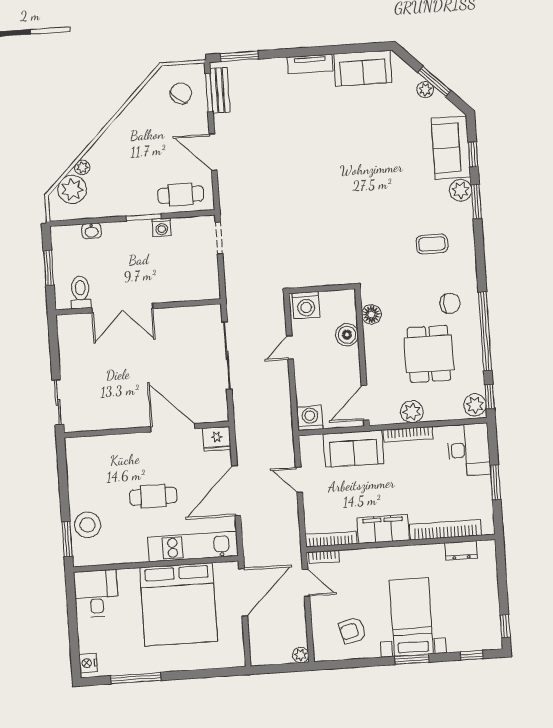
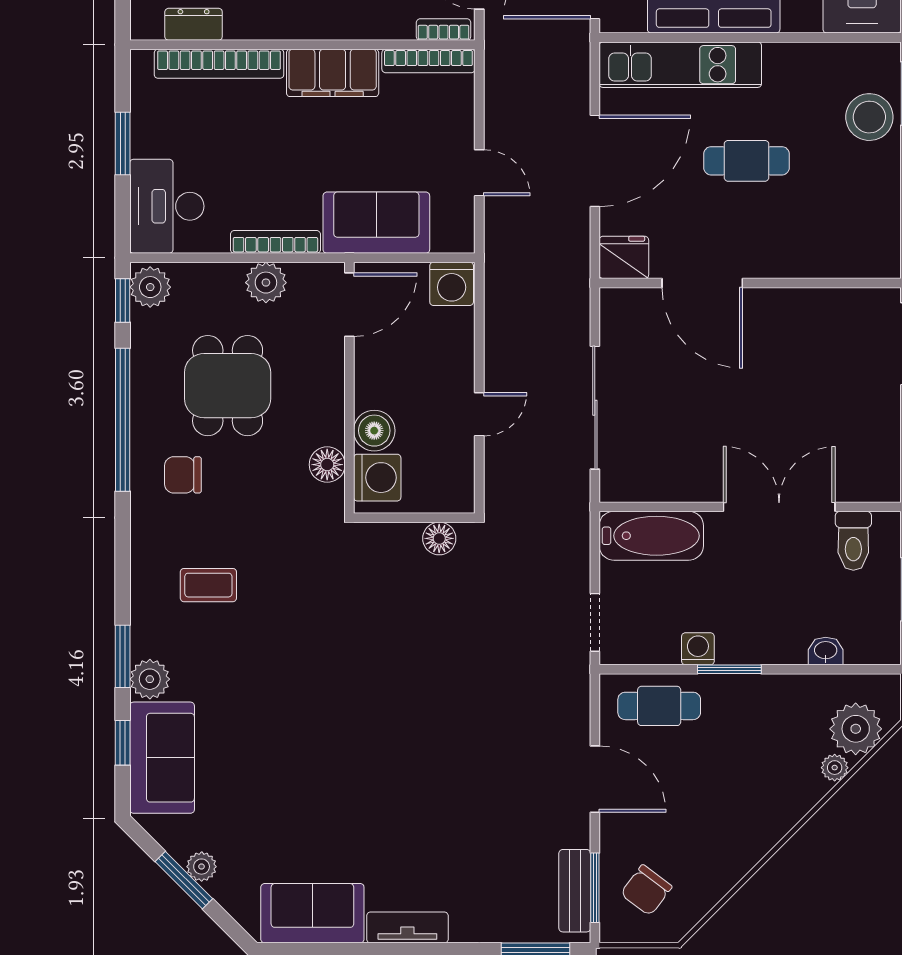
floor lamp: (307, 278) -> (439, 538), added
bathtub: (191, 288) -> (651, 536), added
washing machine: (306, 305) -> (377, 478), moved, turned 90

